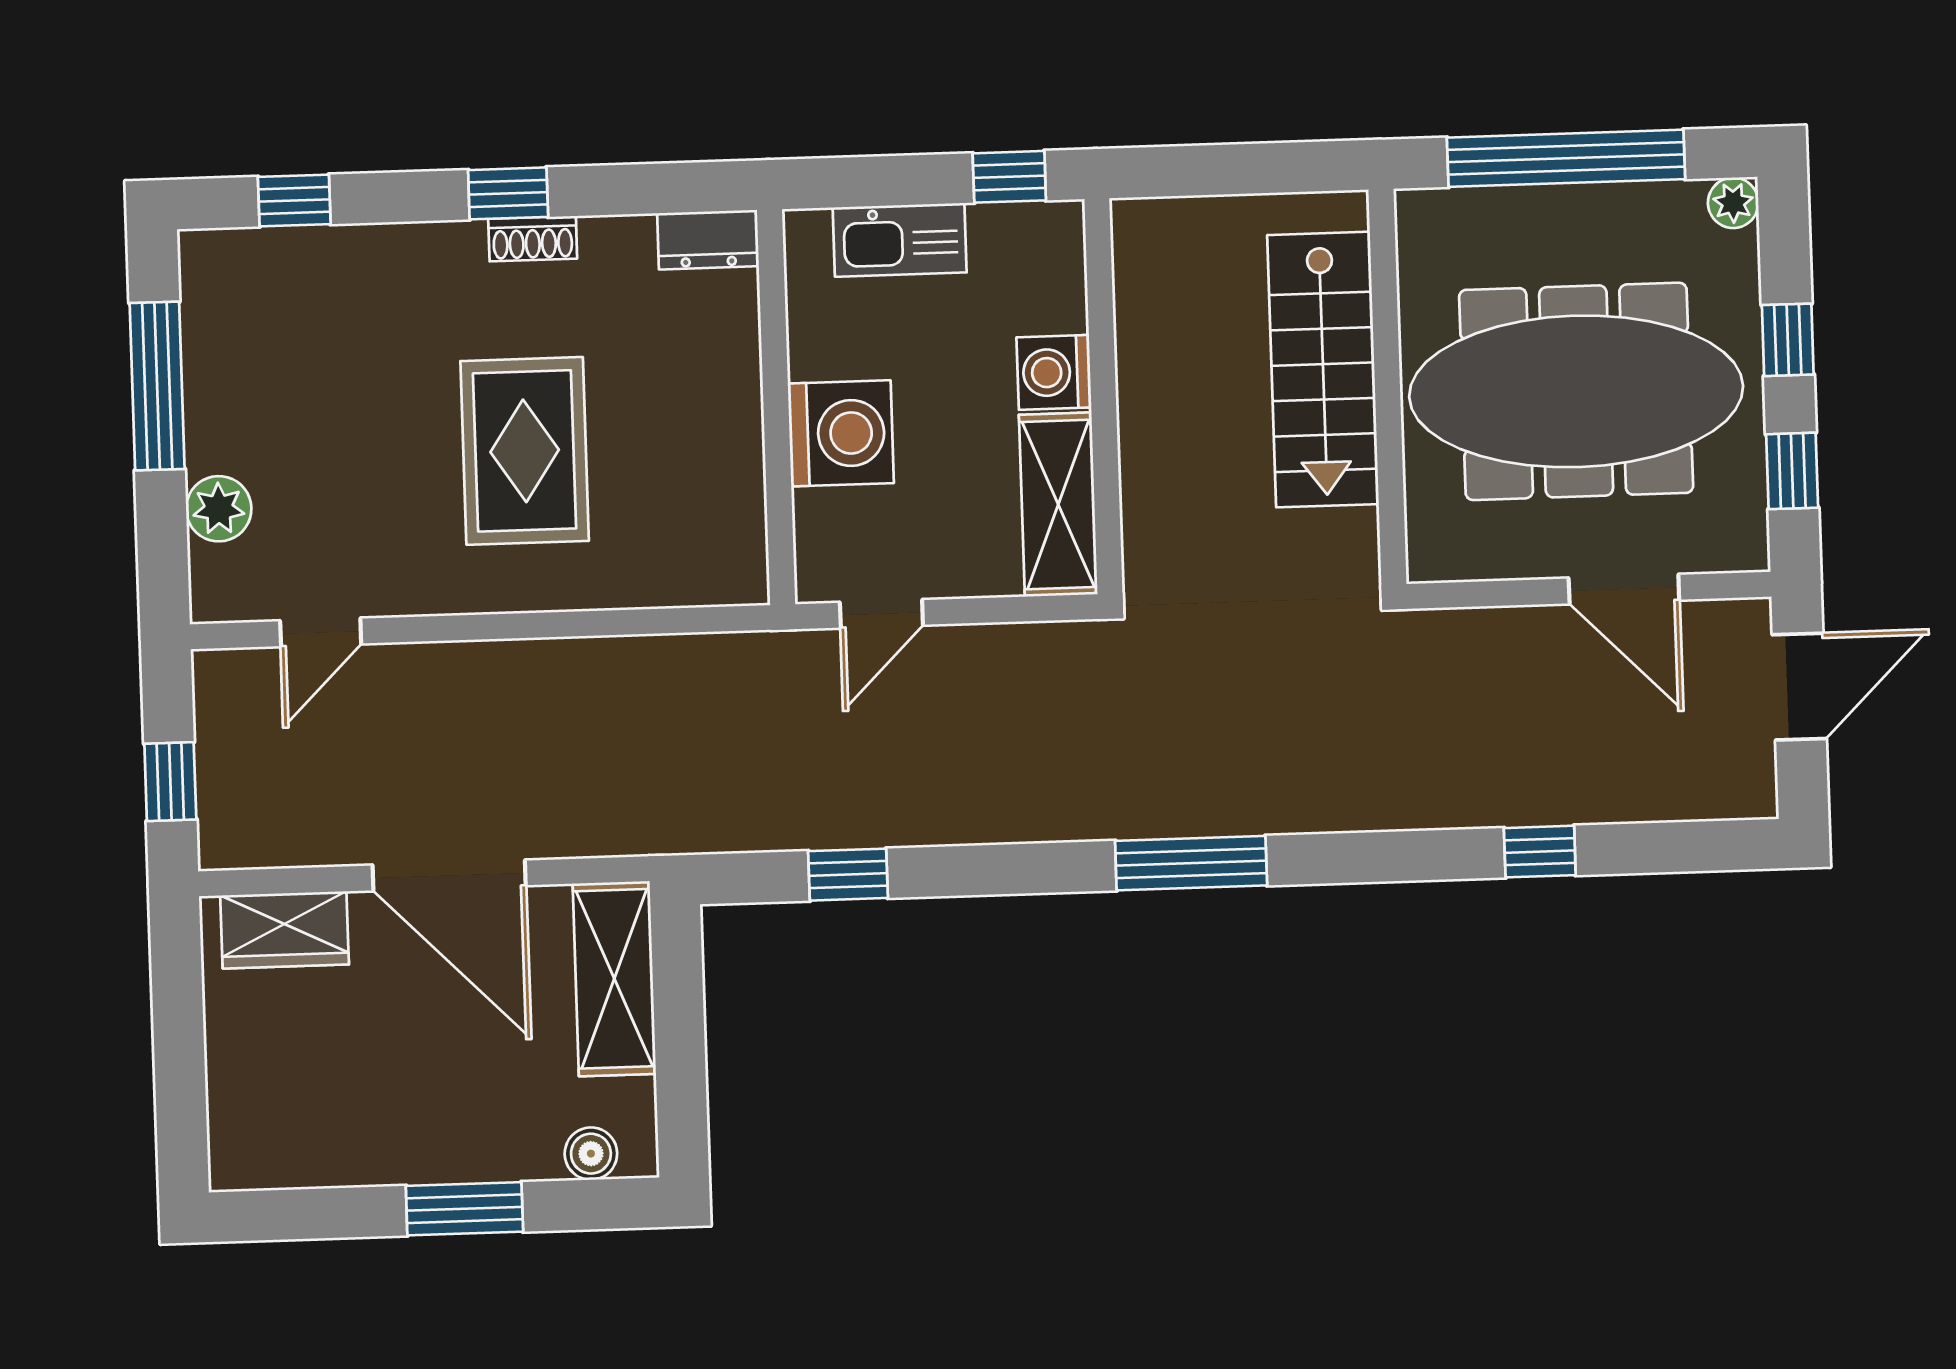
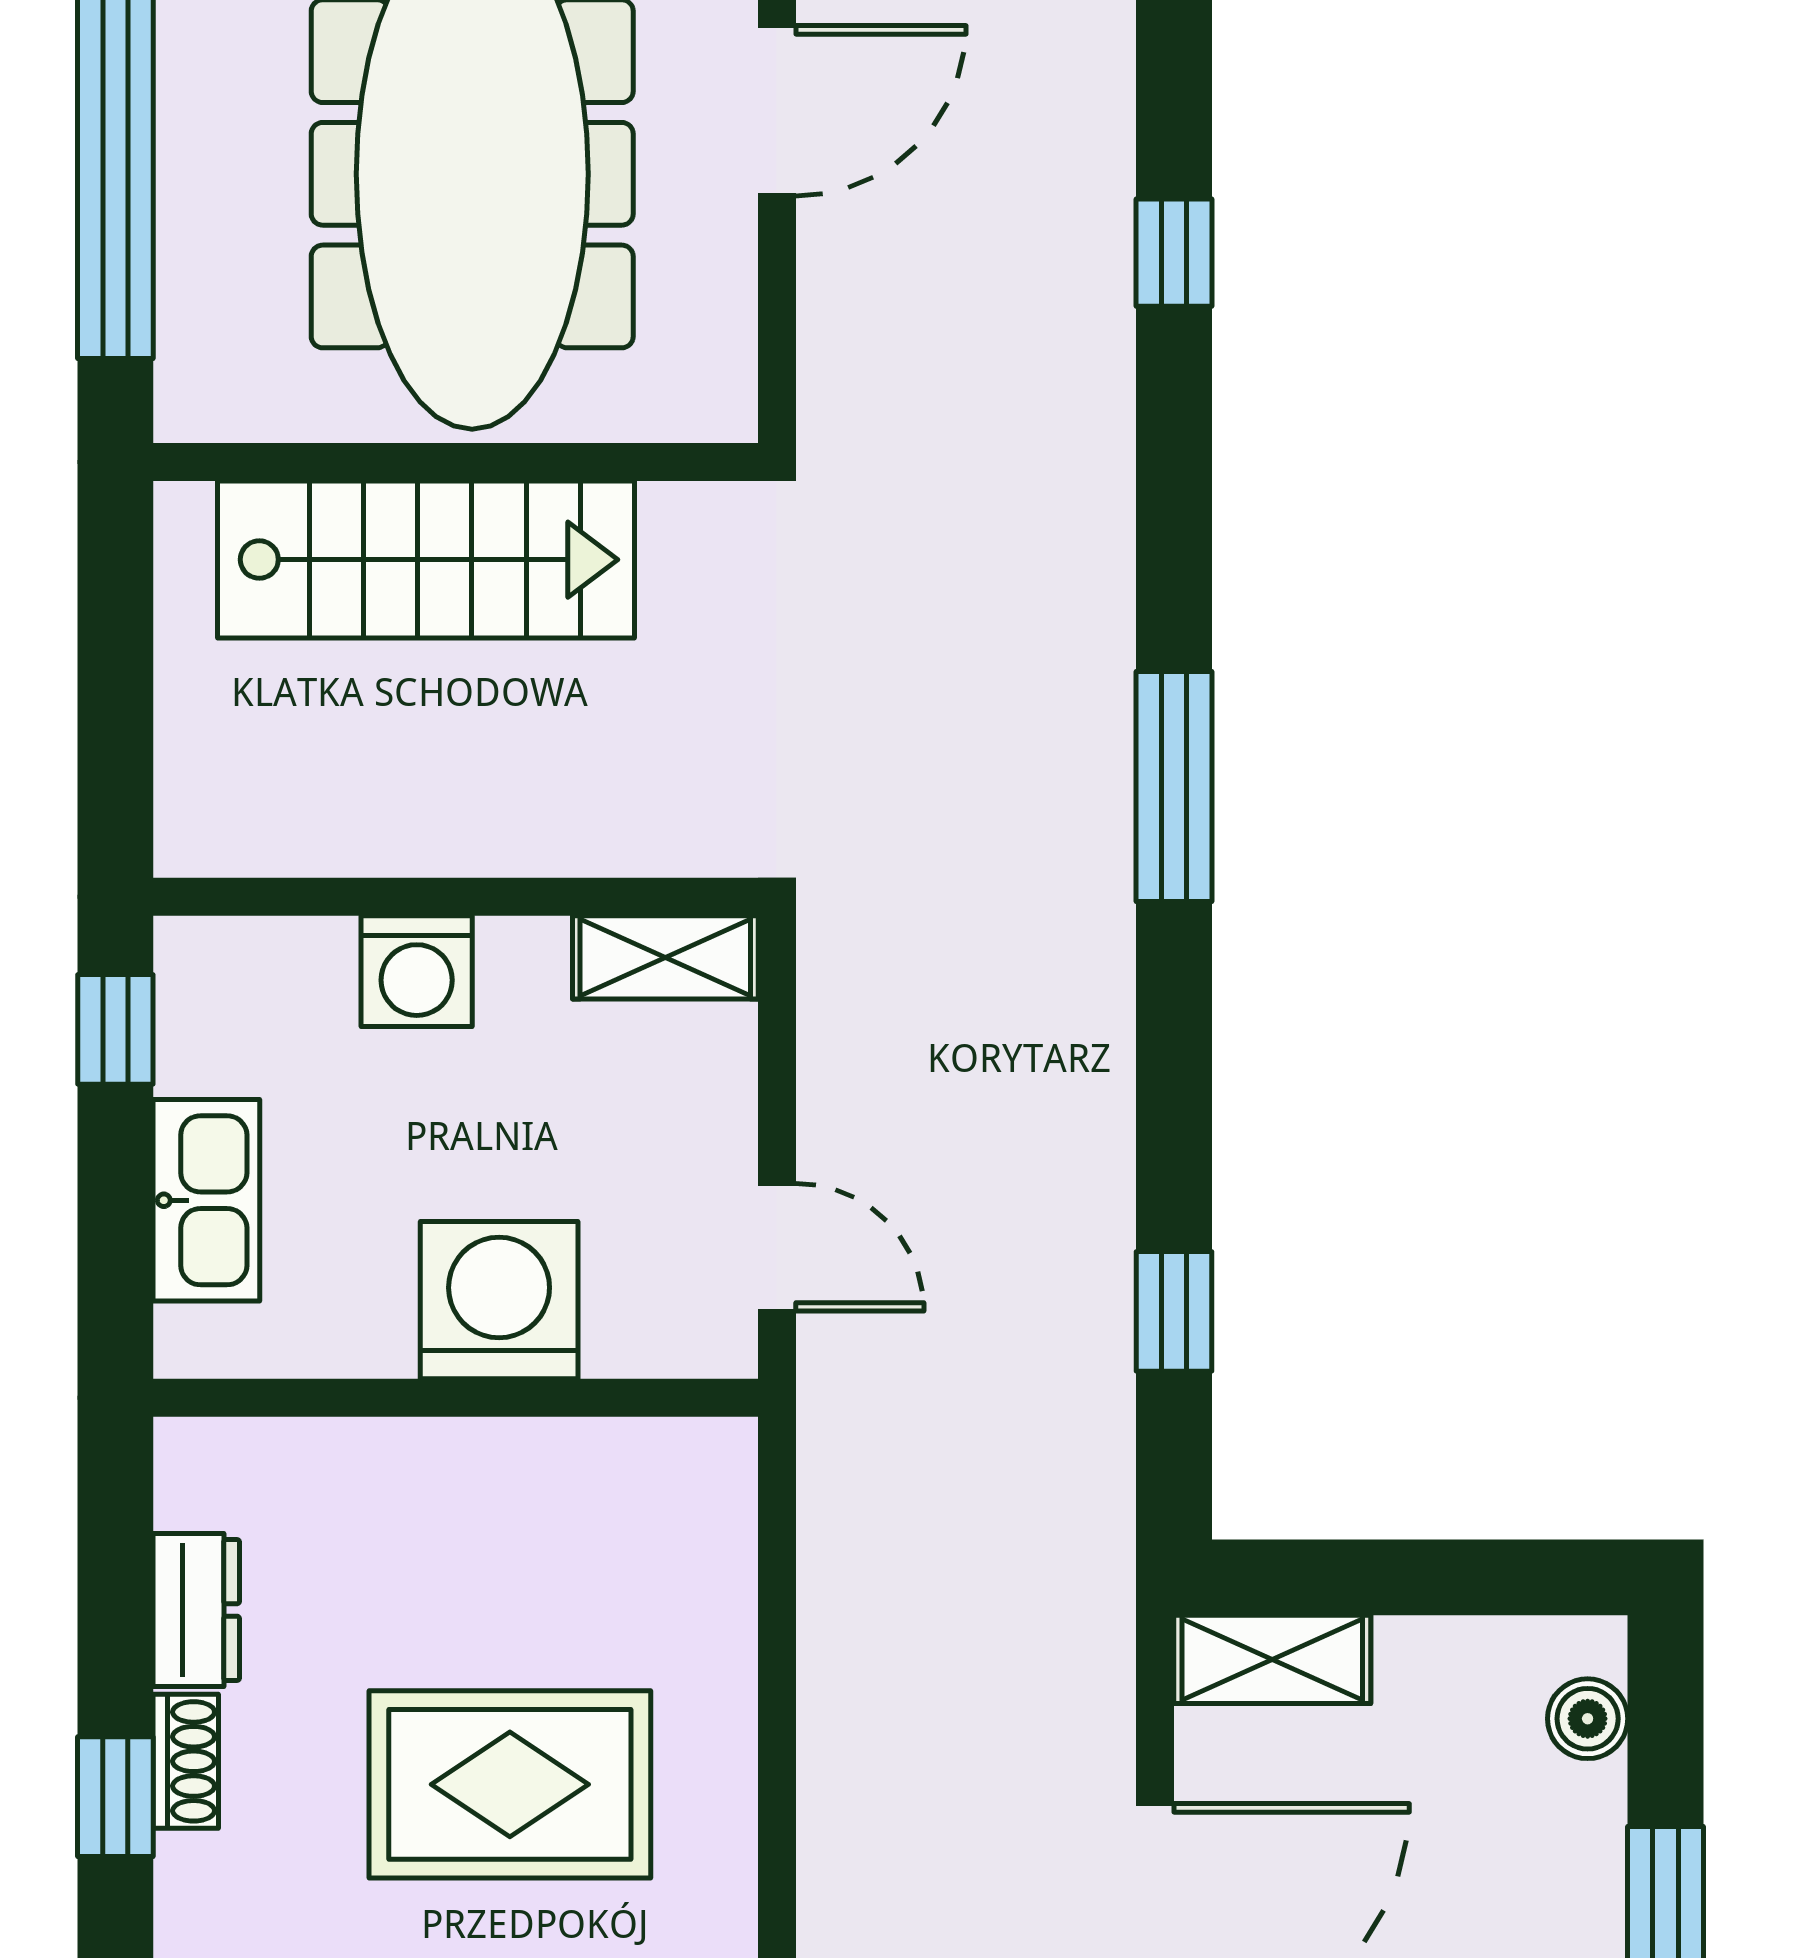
dresser: (708, 240) -> (196, 1610), moved
shelving: (1058, 505) -> (665, 957), width x0.67, depth x0.75
shelving: (614, 979) -> (1272, 1659), width x0.67, depth x0.75

